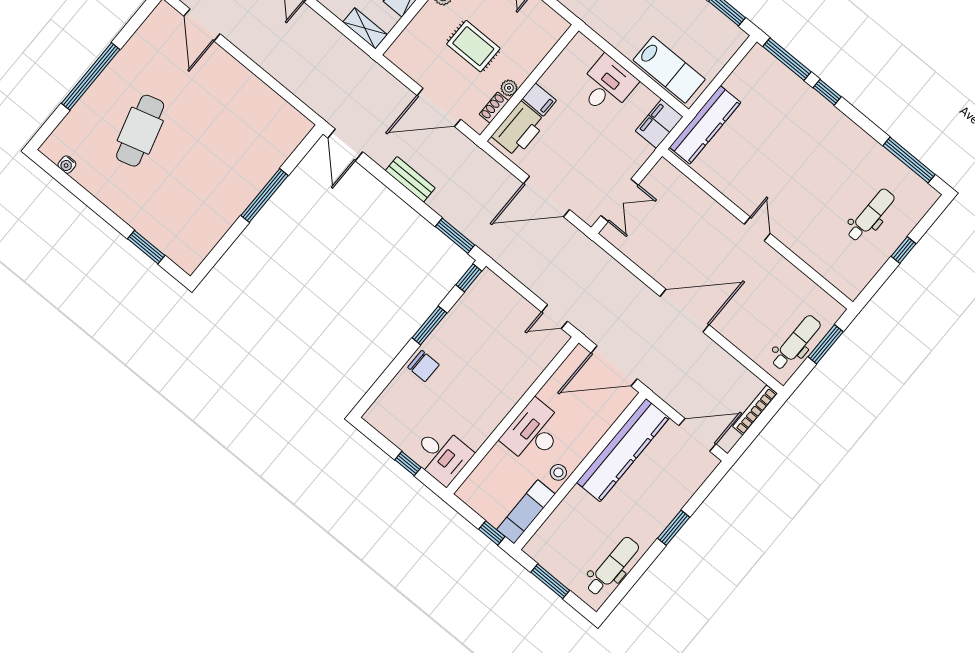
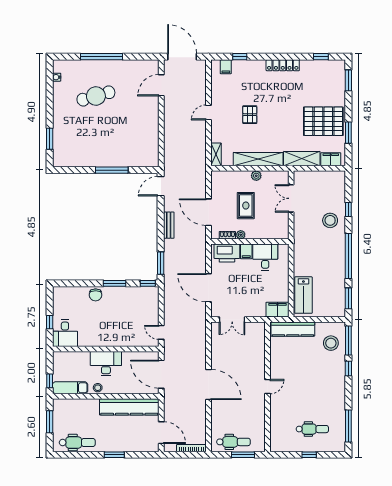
desk: (607, 85) -> (265, 257), moved, turned -90
stool: (770, 87) -> (331, 343), added

